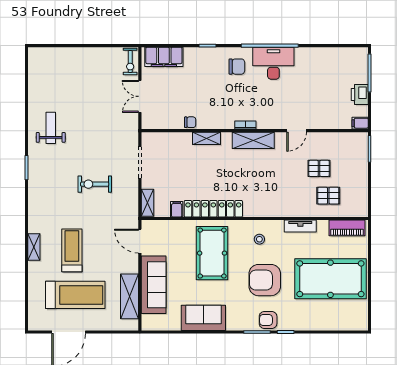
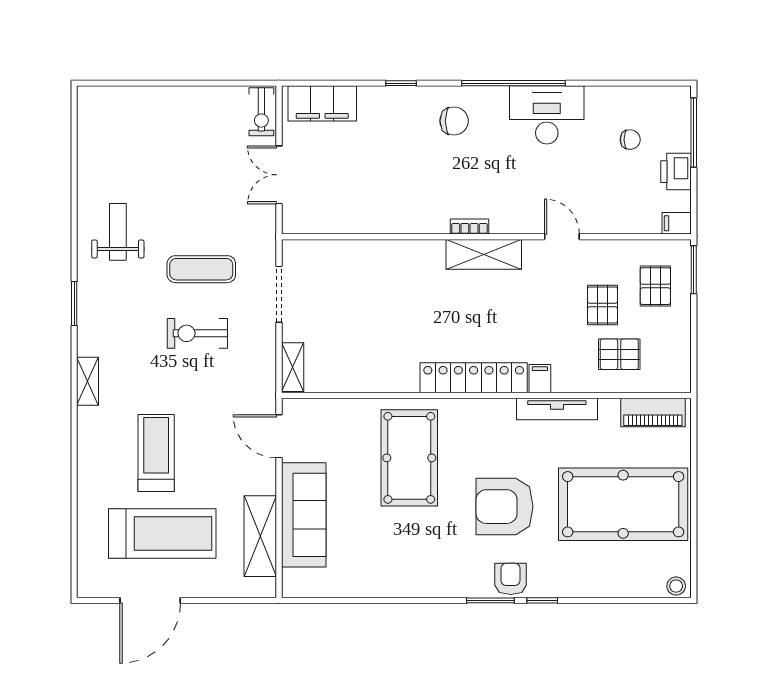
desk: (273, 63) -> (547, 115), moved
chair: (190, 122) -> (630, 140), moved
door: (297, 131) -> (562, 237), swing flipped
shelving: (206, 138) -> (399, 251), removed
exercise mat: (97, 149) -> (201, 269), added
pallet: (348, 158) -> (655, 286), added
pallet: (319, 168) -> (602, 305), turned 90
filing cabinet: (177, 209) -> (540, 379), moved
locker: (213, 209) -> (474, 378), moved
tv unit: (300, 226) -> (557, 409), width x1.41
stool: (259, 239) -> (676, 586), moved
shelving: (34, 247) -> (88, 381), moved
sofa: (203, 318) -> (394, 575), removed
armchair: (268, 320) -> (511, 579), turned 90

